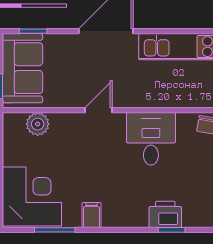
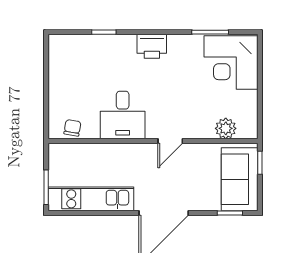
printer: (165, 214) -> (152, 46), moved
filing cabinet: (91, 215) -> (177, 46), removed

